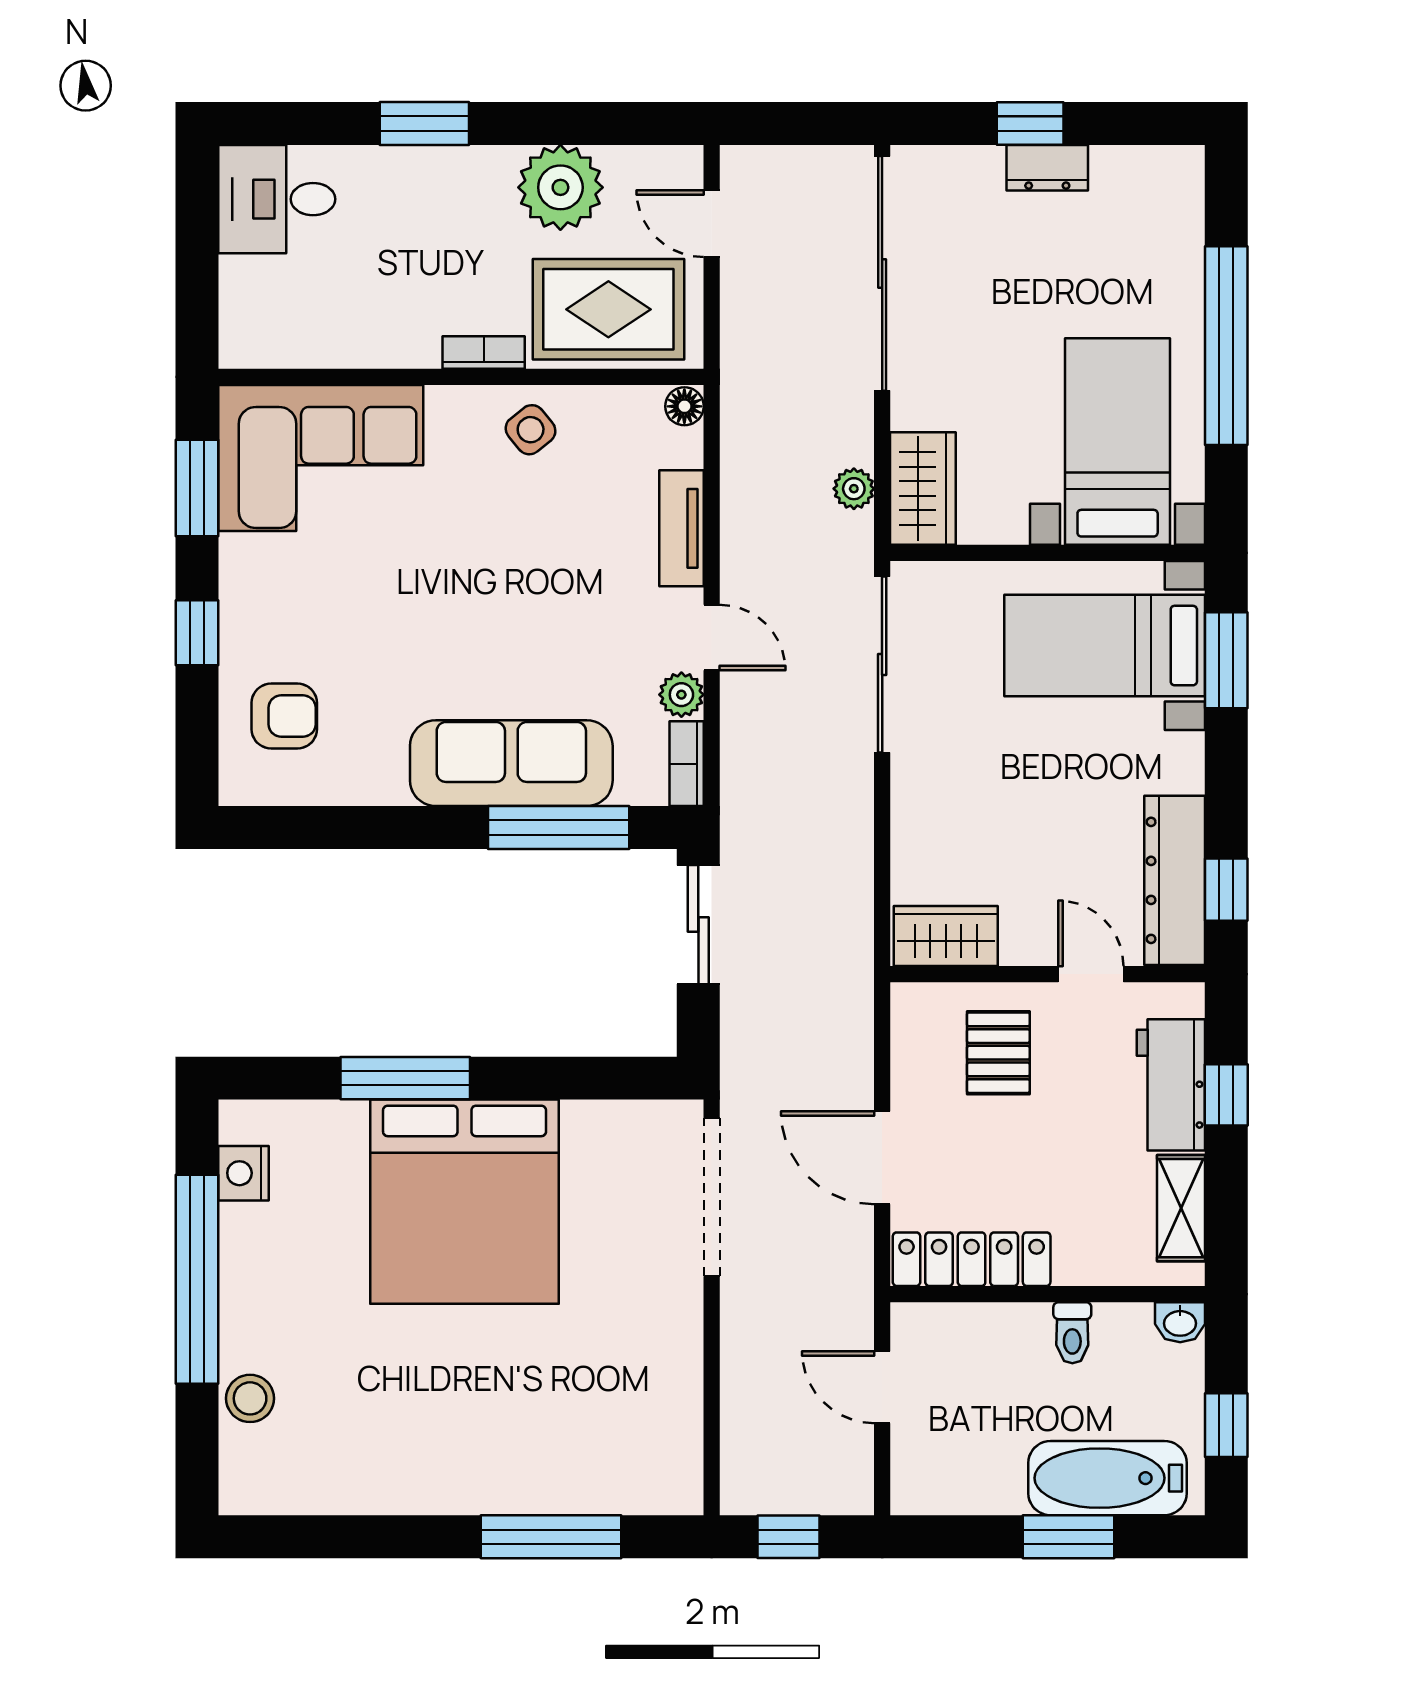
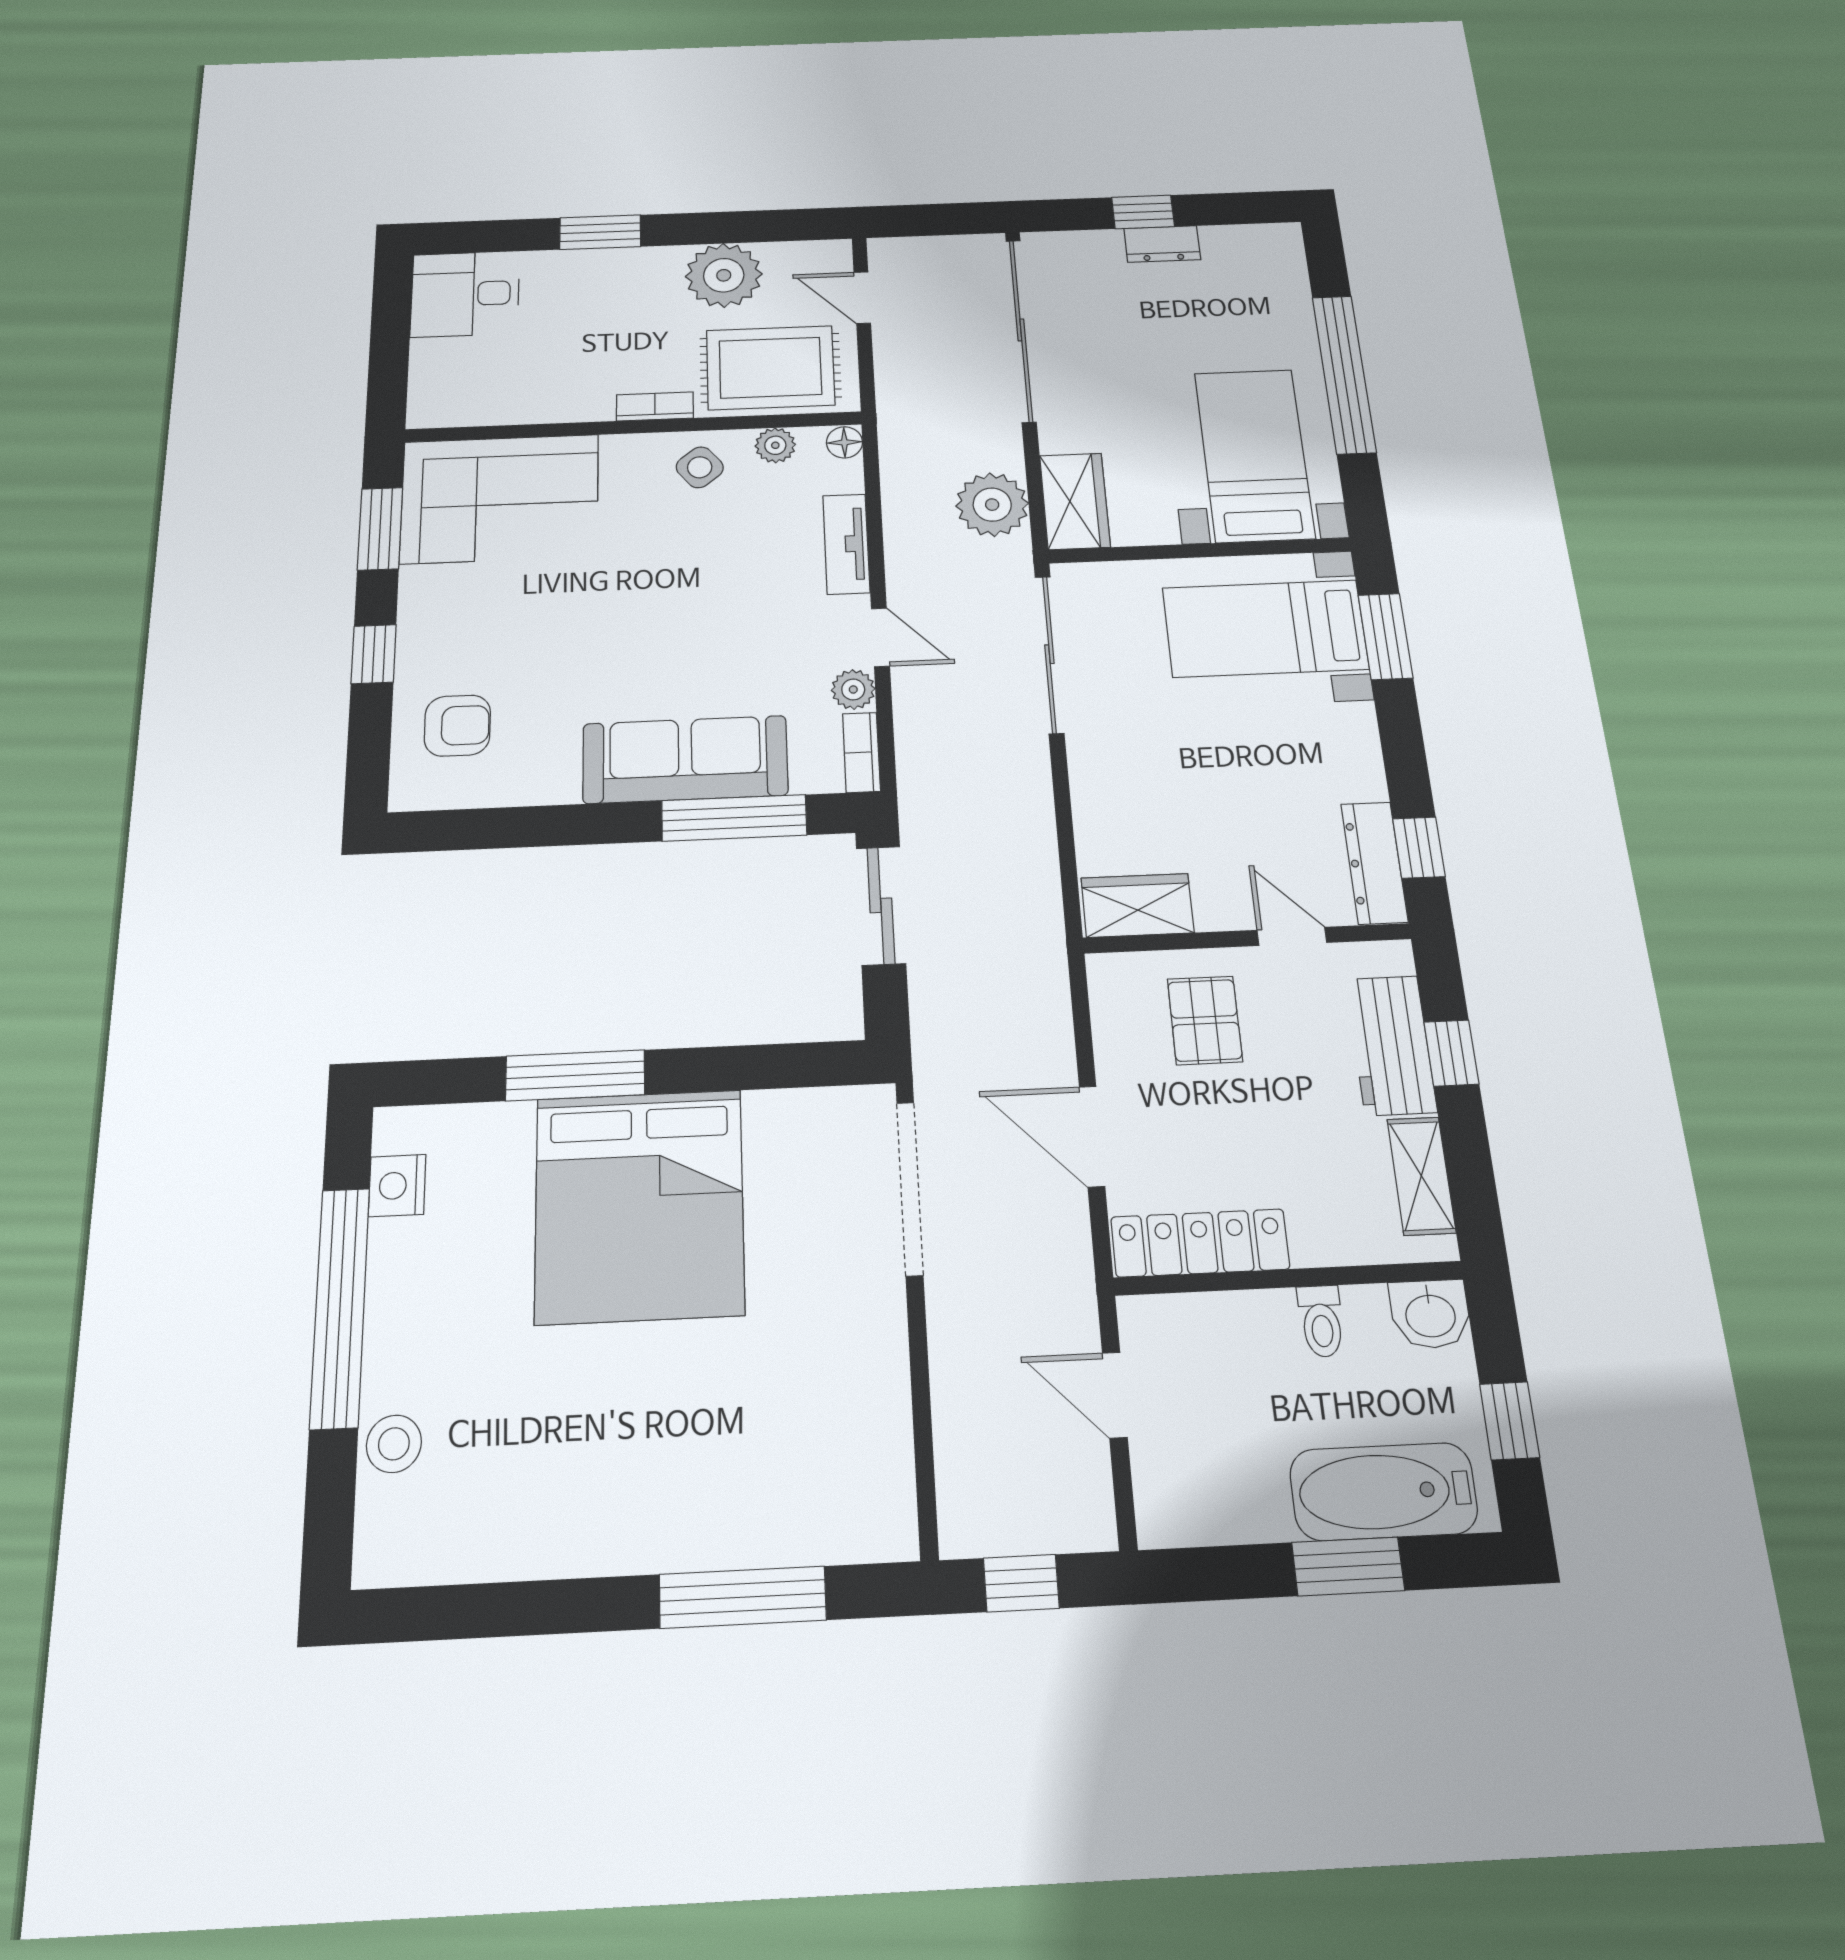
plant: (611, 406) -> (775, 445), added
plant: (854, 489) -> (992, 505), width x1.87, depth x1.87
dresser: (1175, 880) -> (1374, 863), width x0.73, depth x0.80
washbasin: (1180, 1322) -> (1430, 1314), width x1.38, depth x1.45

